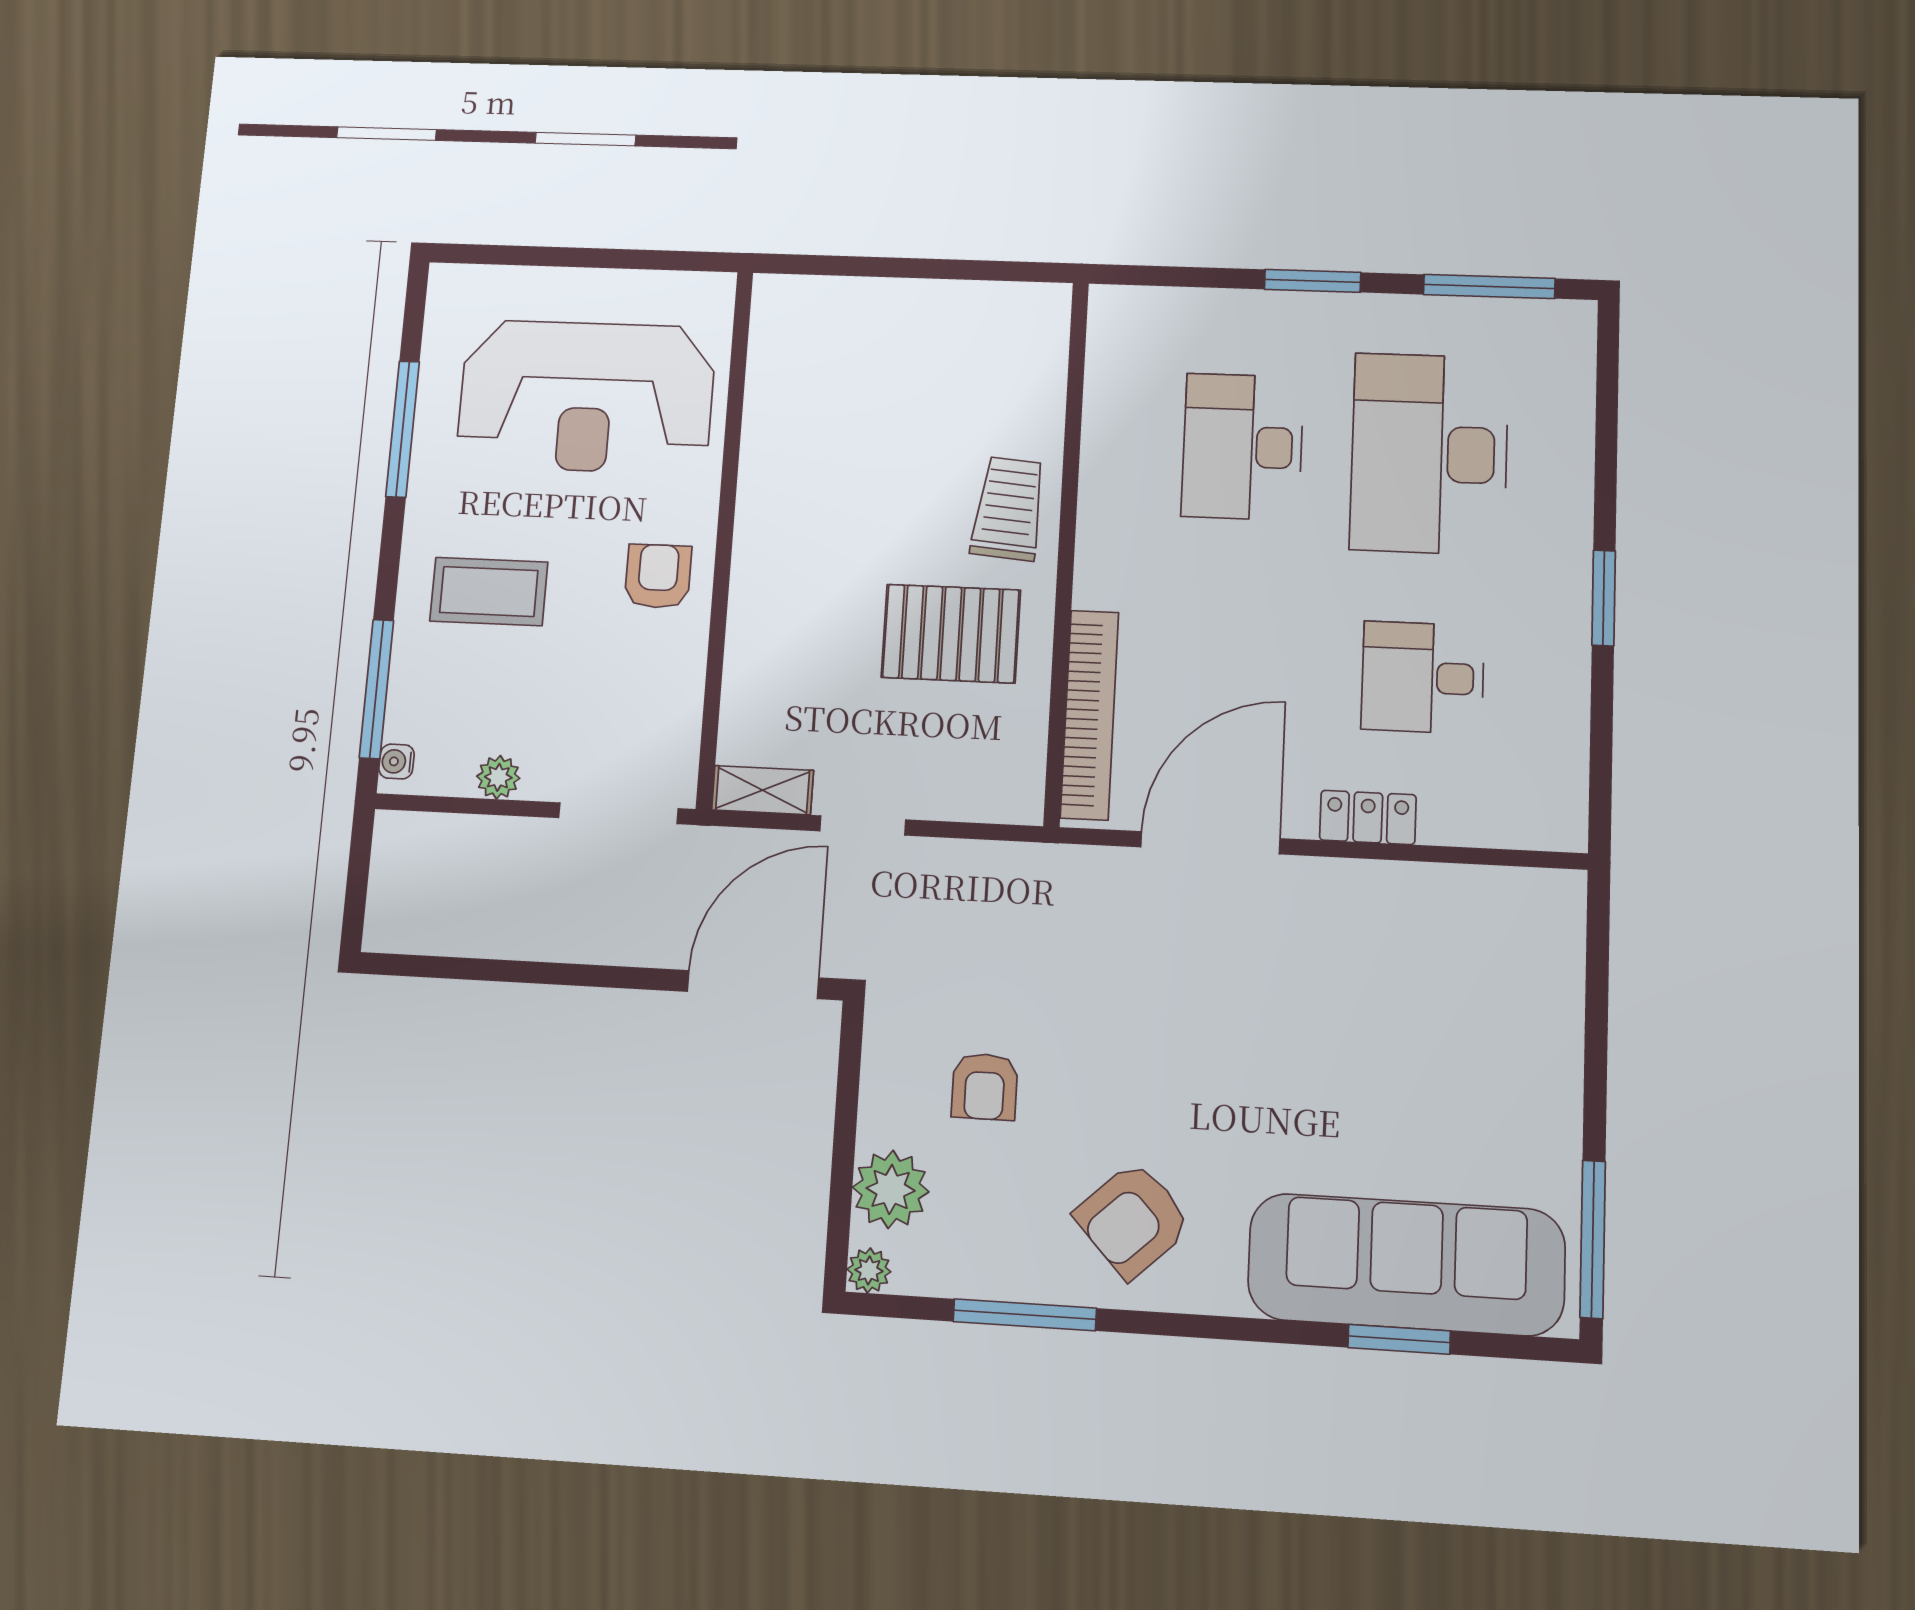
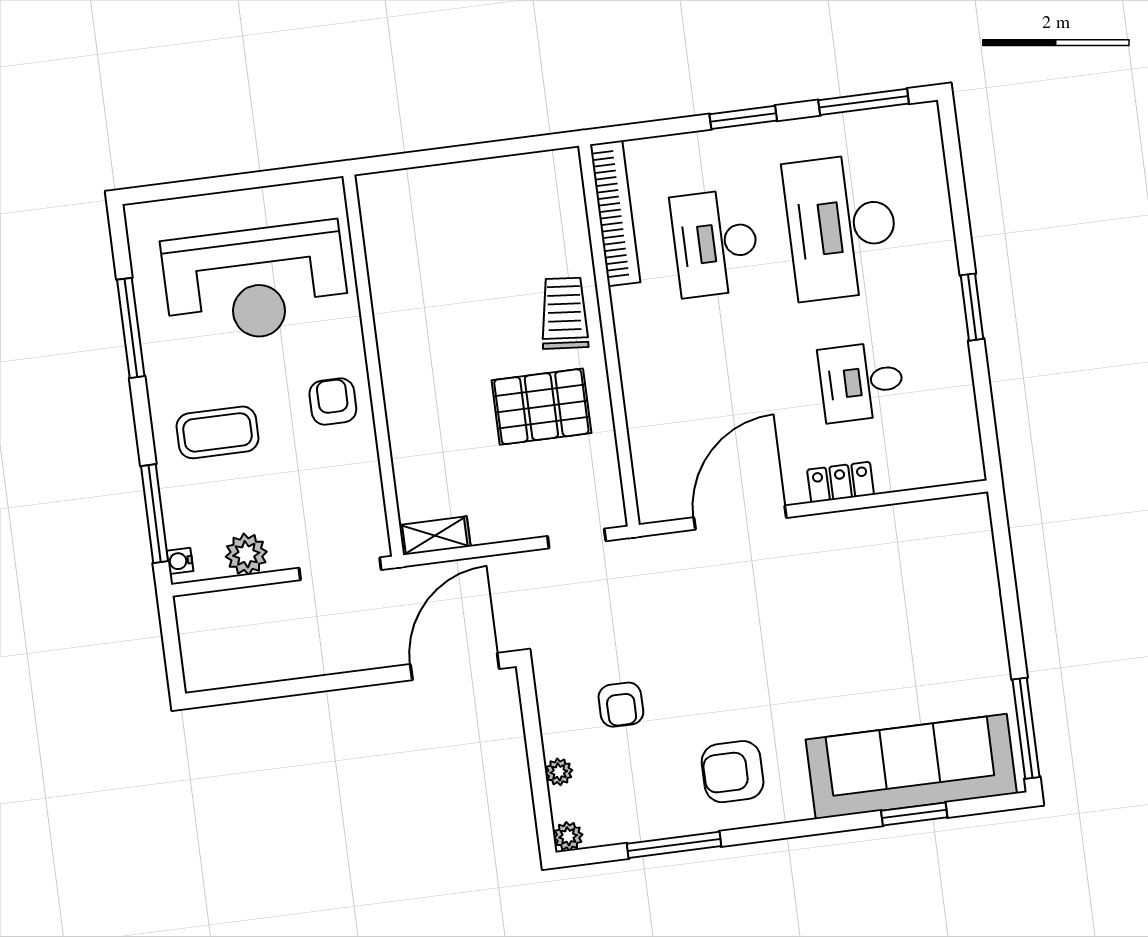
bookcase: (1090, 715) -> (615, 213), moved
plant: (498, 777) -> (246, 554), width x1.38, depth x1.38
doorway: (863, 825) -> (577, 539), moved
plant: (891, 1189) -> (559, 772), width x0.53, depth x0.53
armchair: (1133, 1220) -> (733, 772), turned 43

